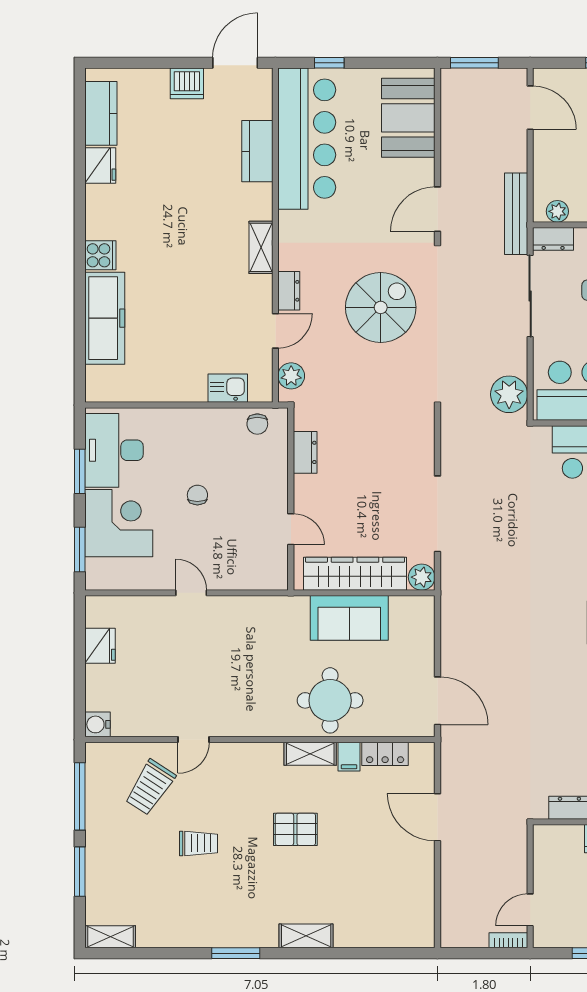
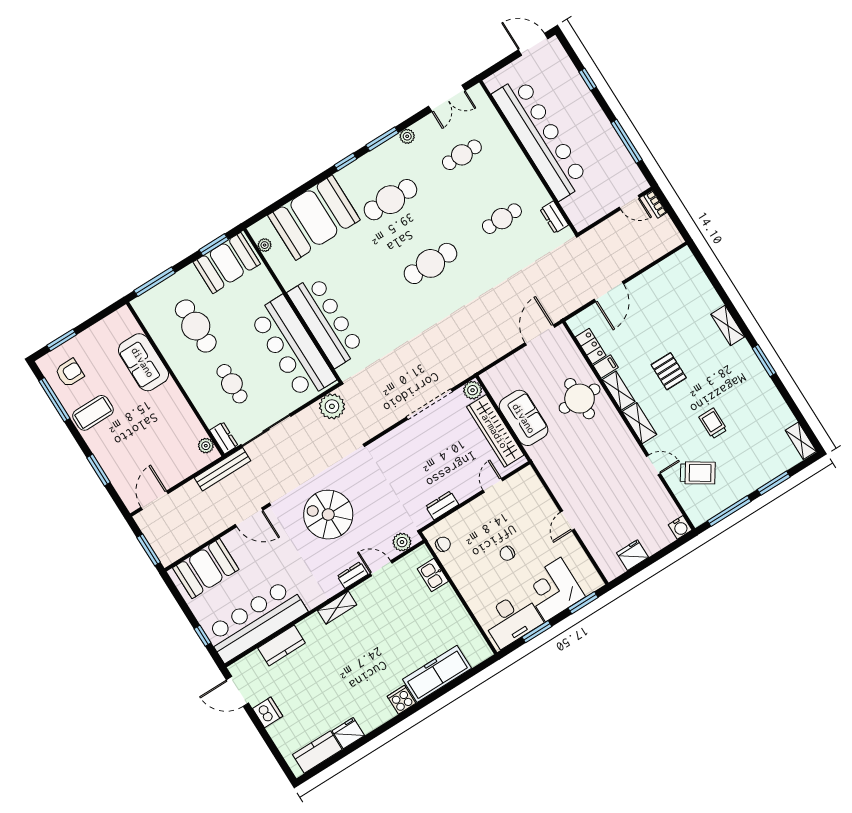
shelving: (255, 754) -> (639, 423), added

